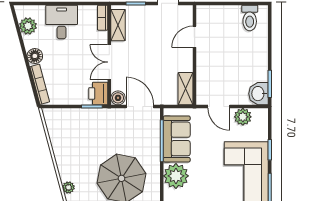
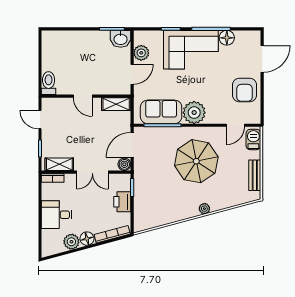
toilet: (250, 18) -> (49, 83), moved, turned -90
plant: (28, 26) -> (71, 242), moved
door: (194, 37) -> (83, 96), moved
printer: (98, 93) -> (122, 202), moved, turned 90

